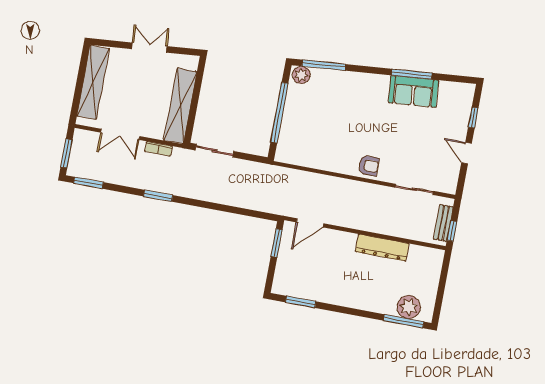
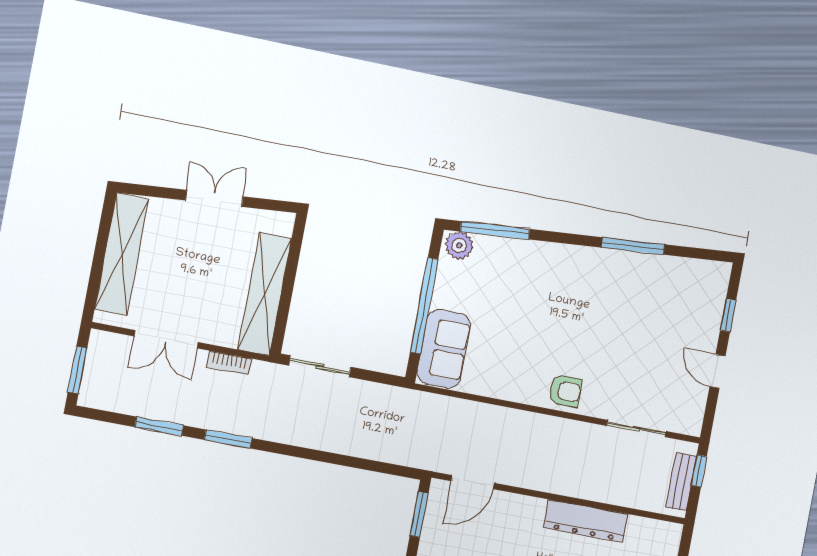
sofa: (413, 91) -> (444, 349), moved, turned -85
window: (89, 183) -> (159, 426), moved
window: (452, 231) -> (699, 471), moved

